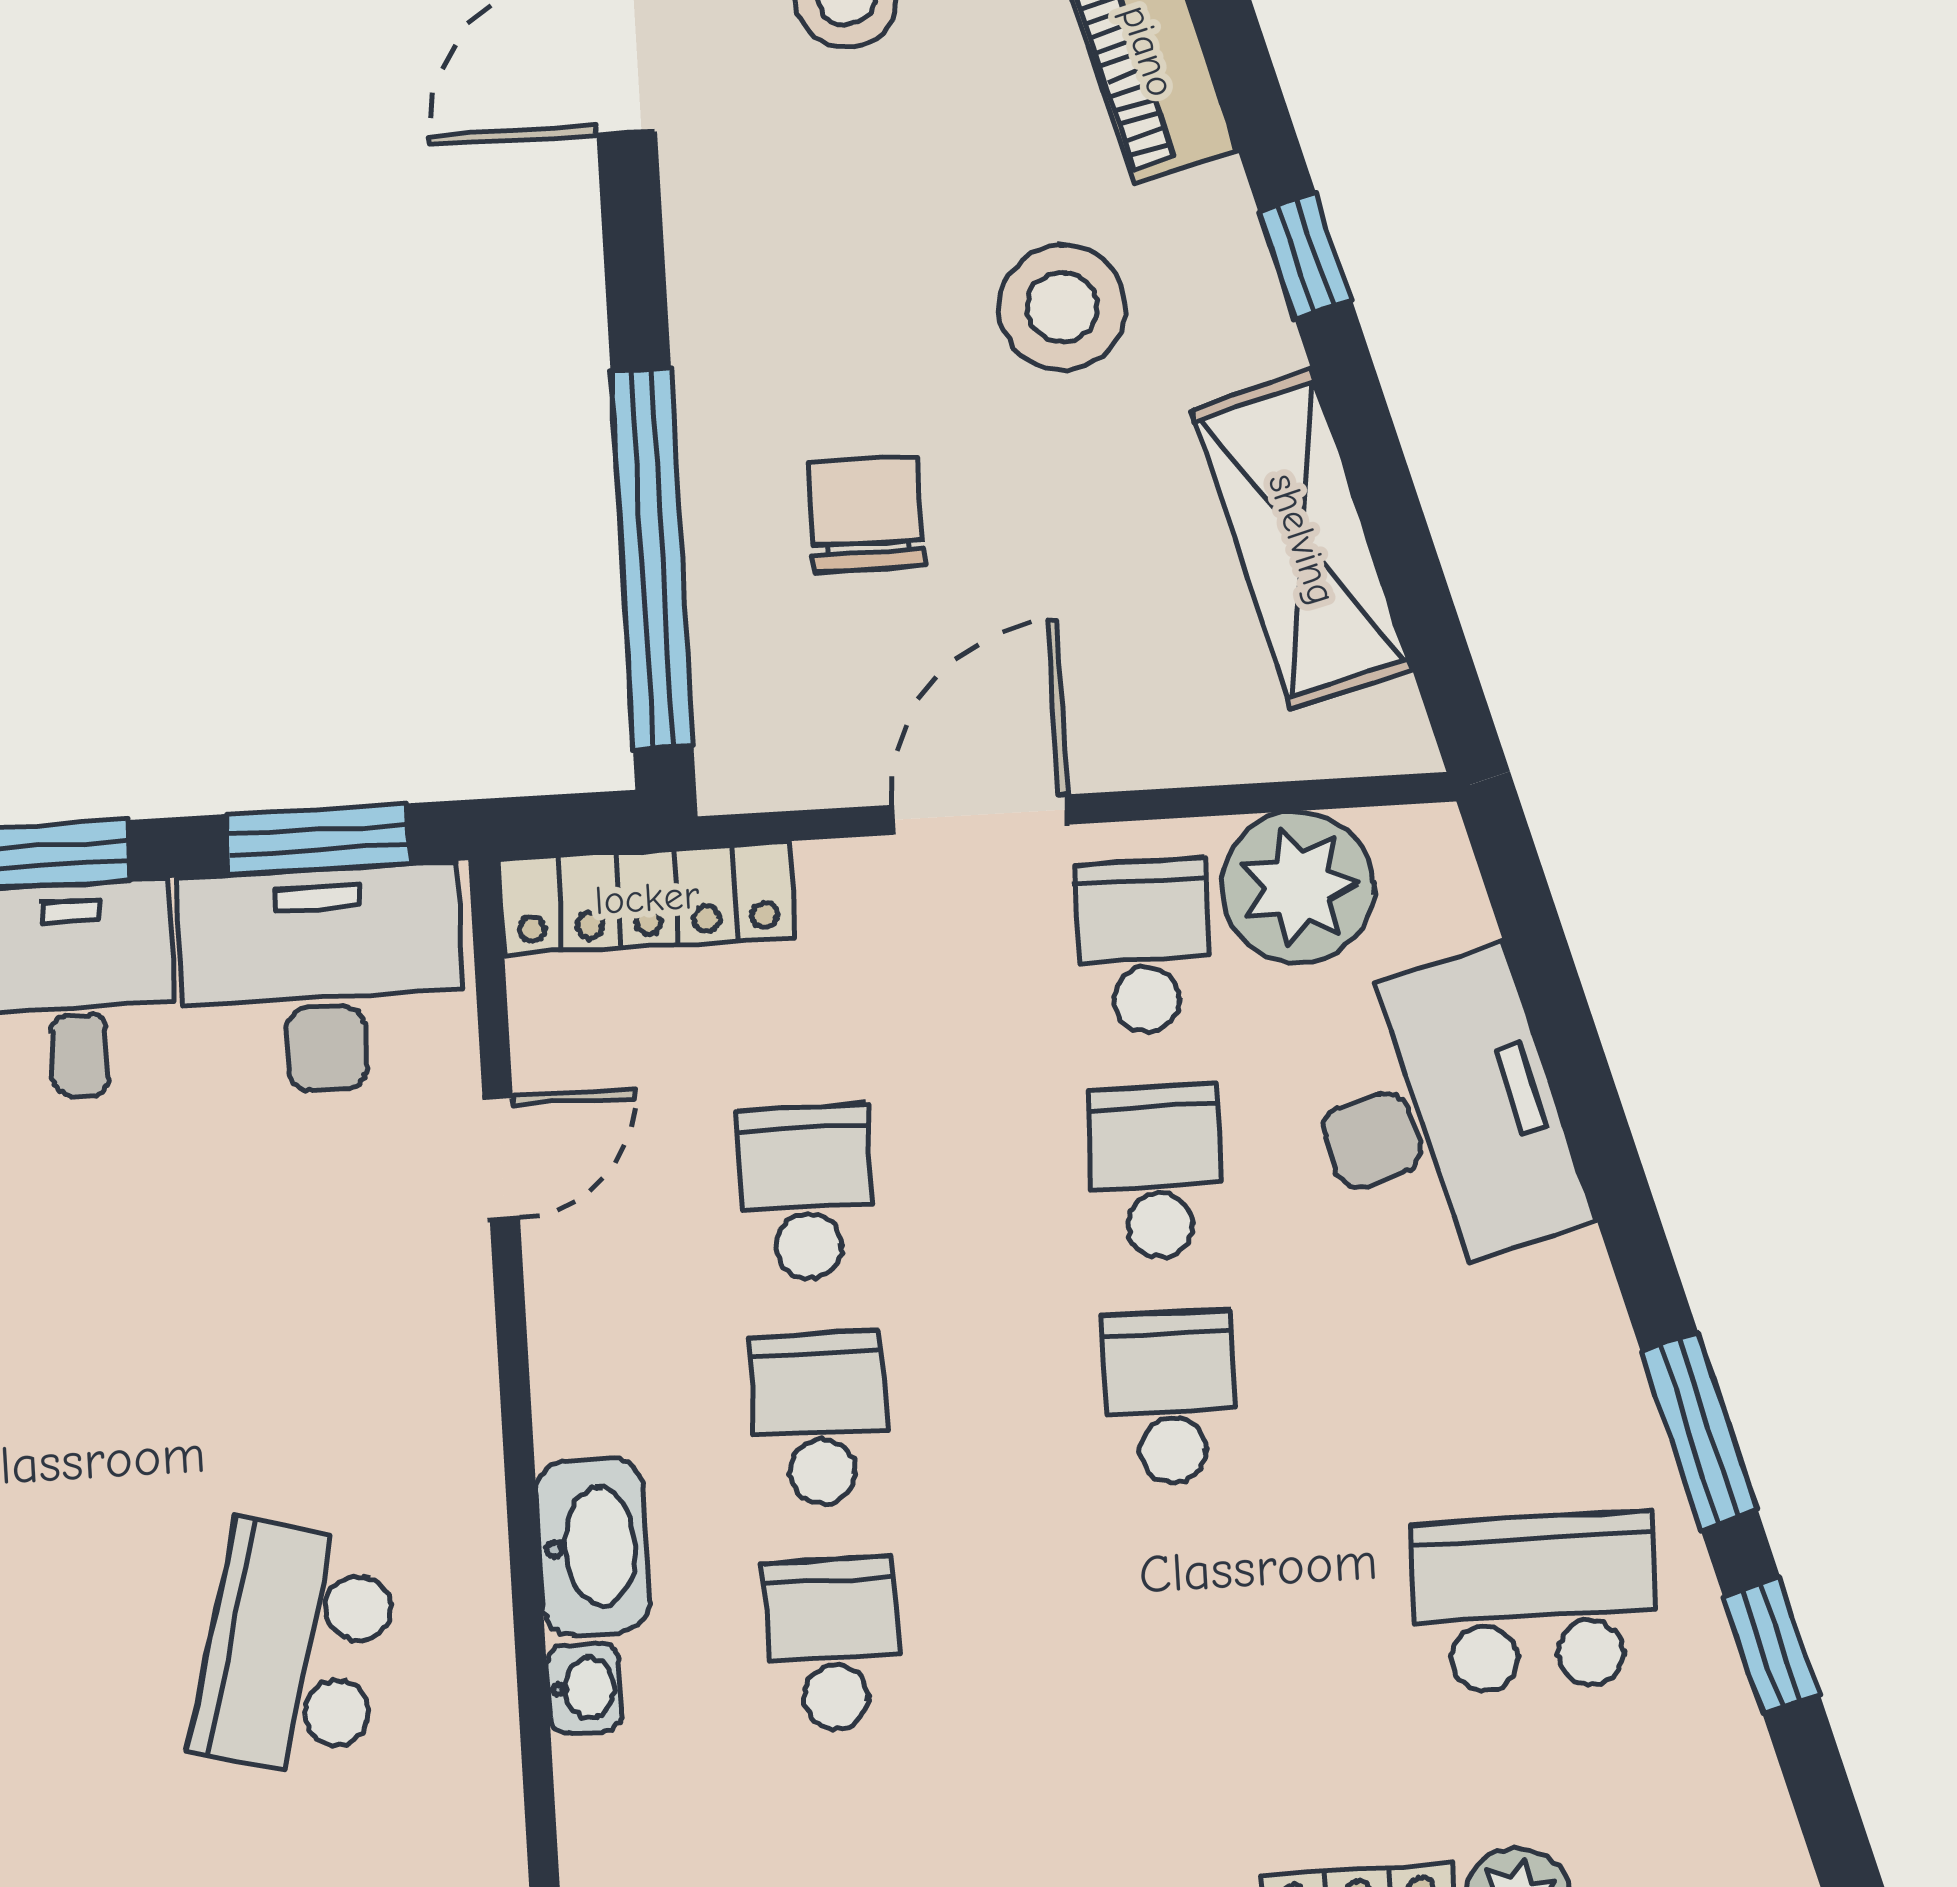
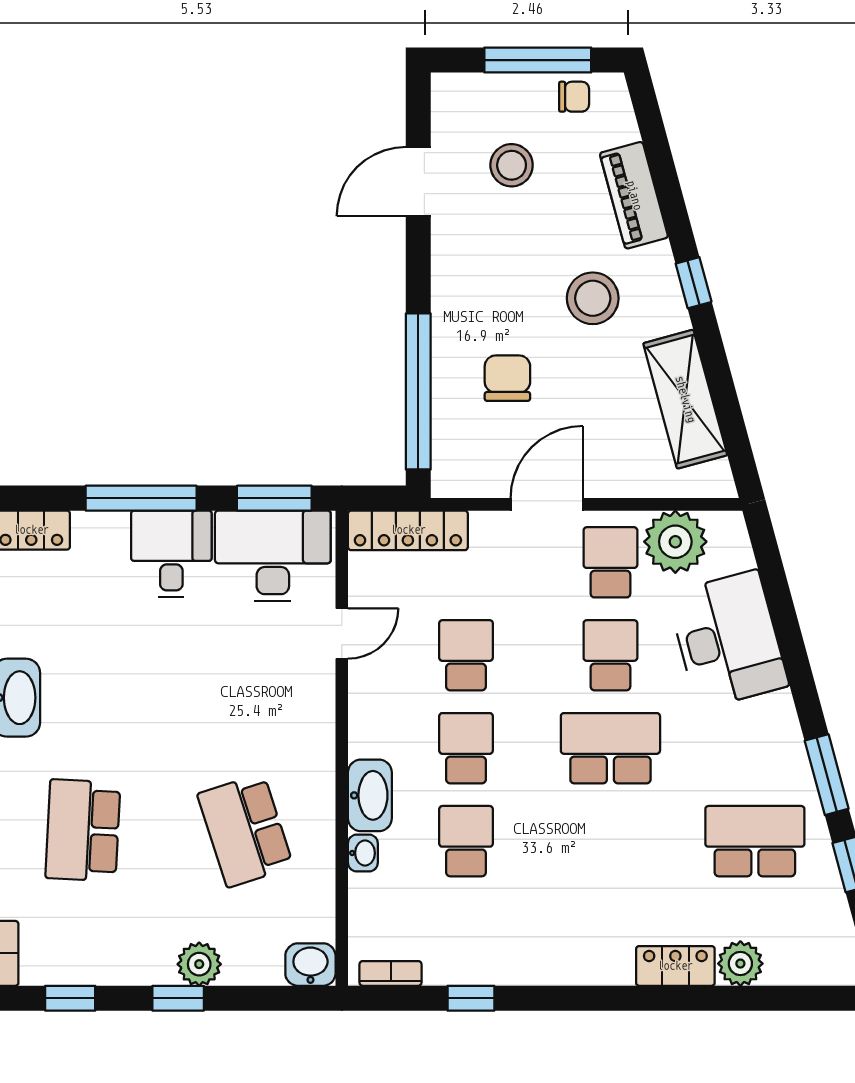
school desk: (1170, 1398) -> (610, 748), width x1.85
school desk: (295, 1650) -> (245, 830), turned -33

